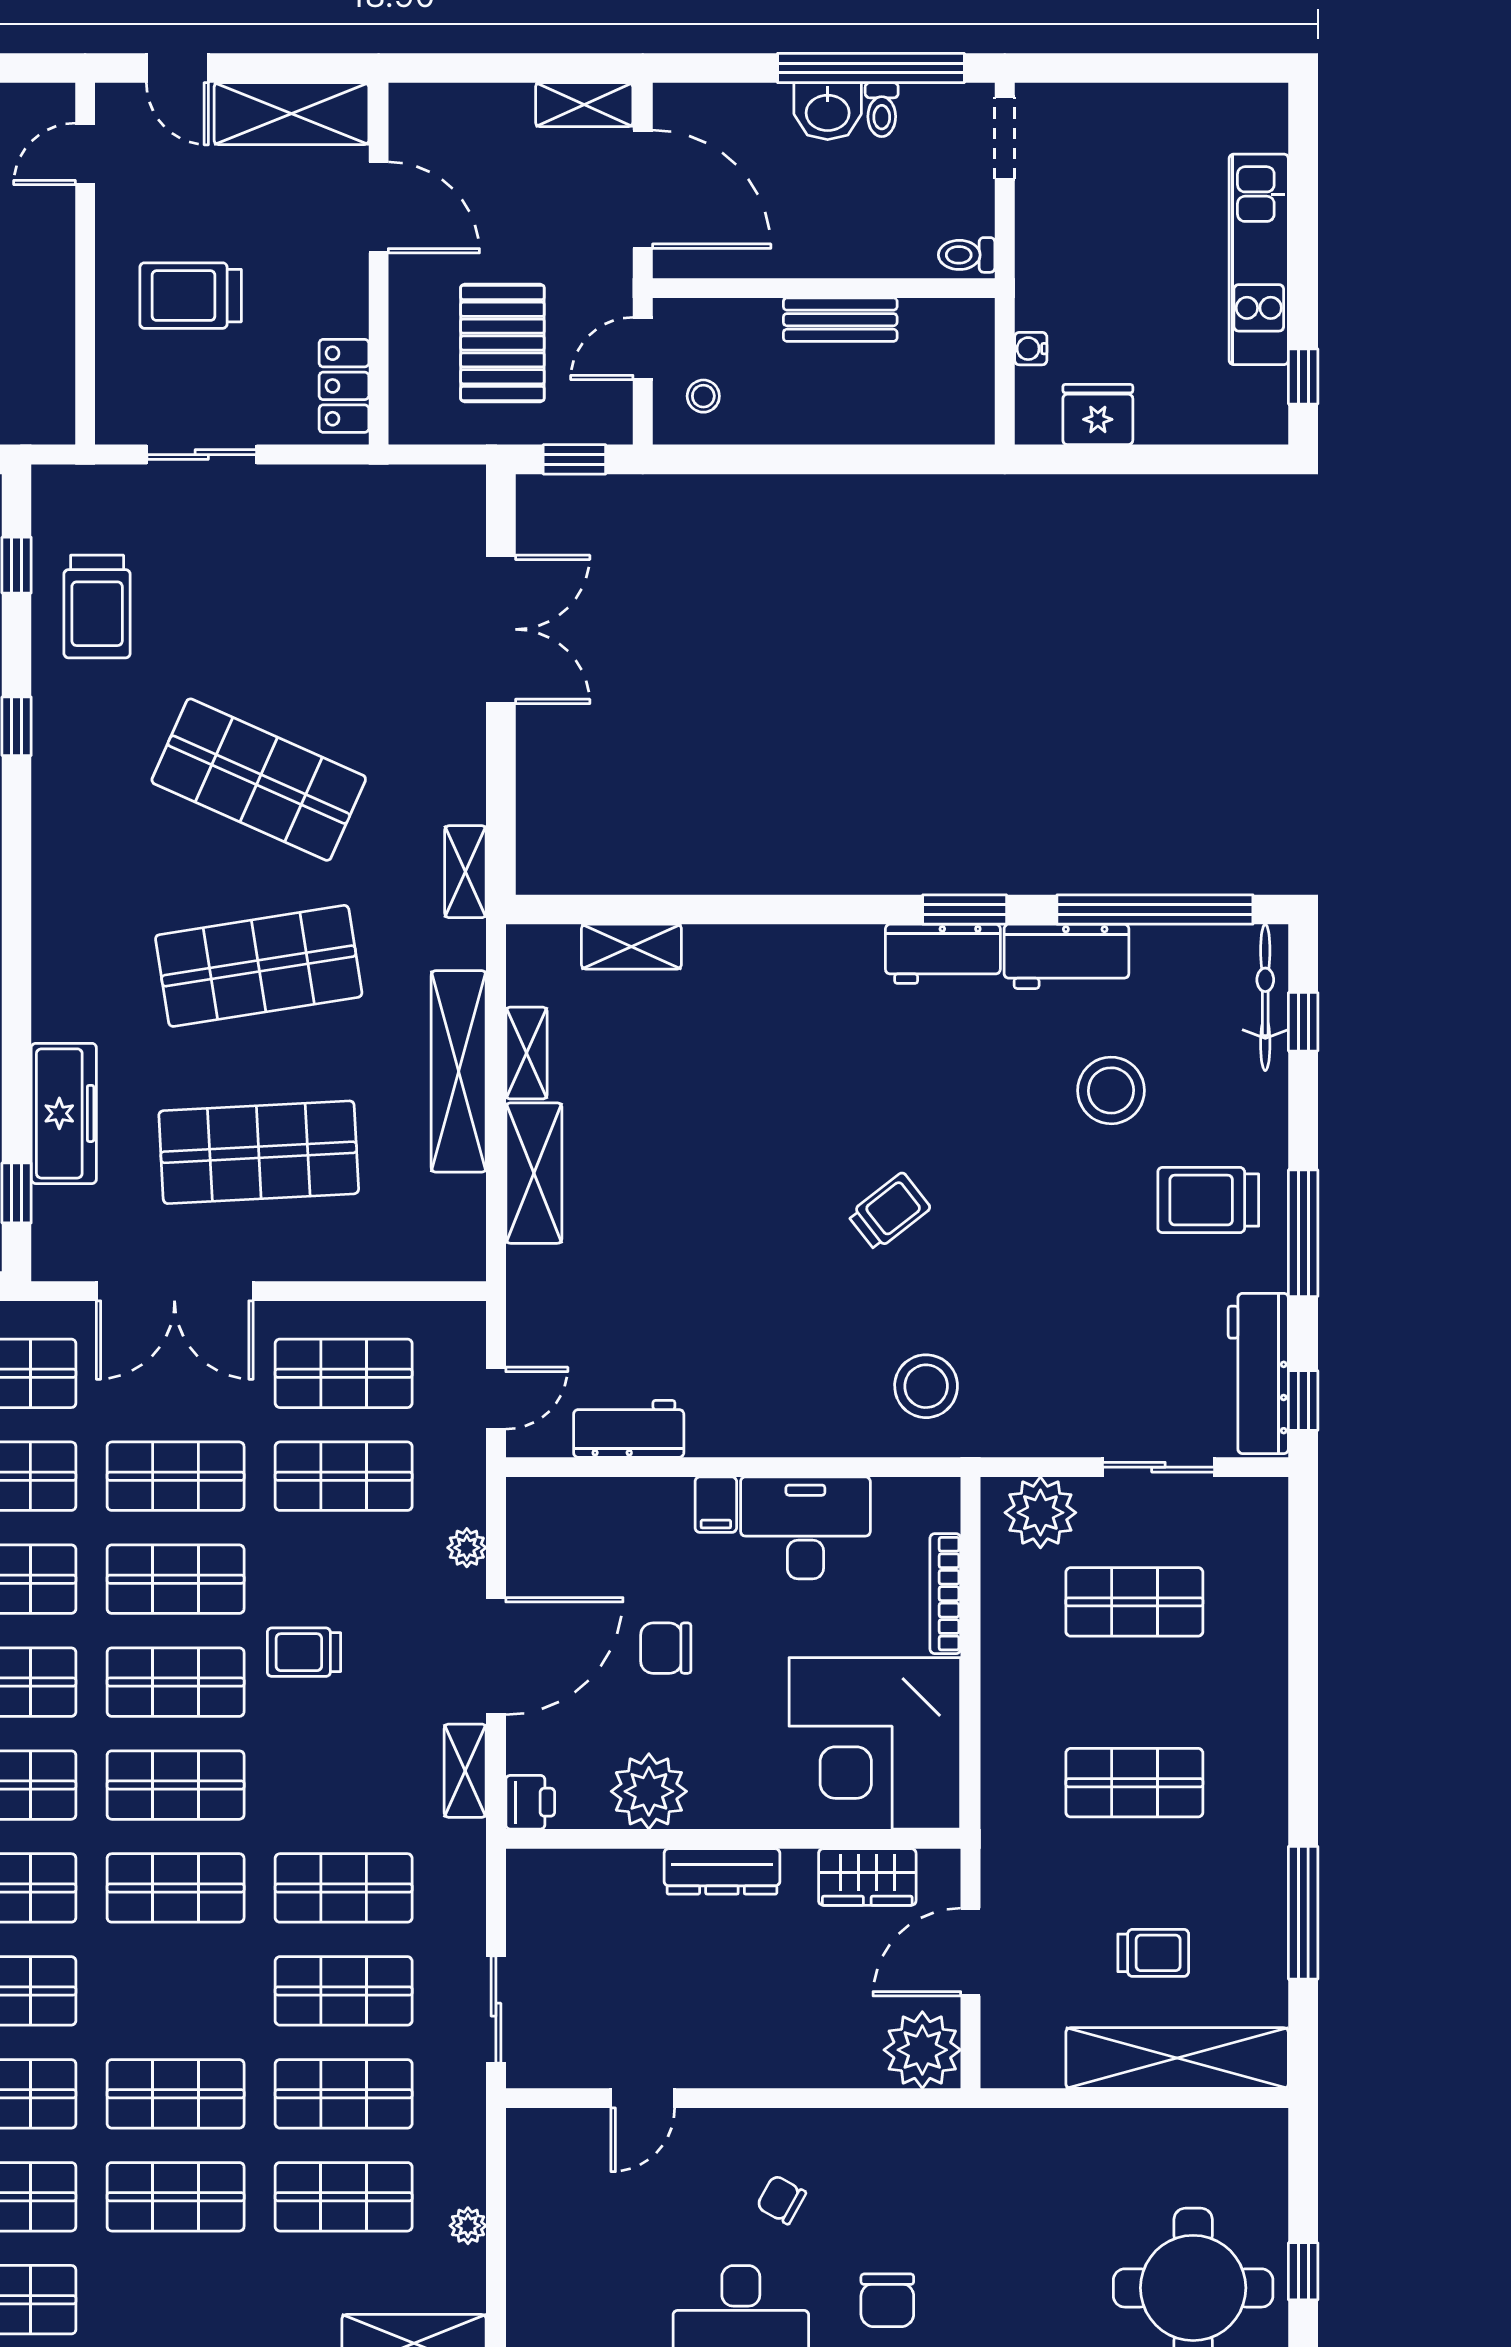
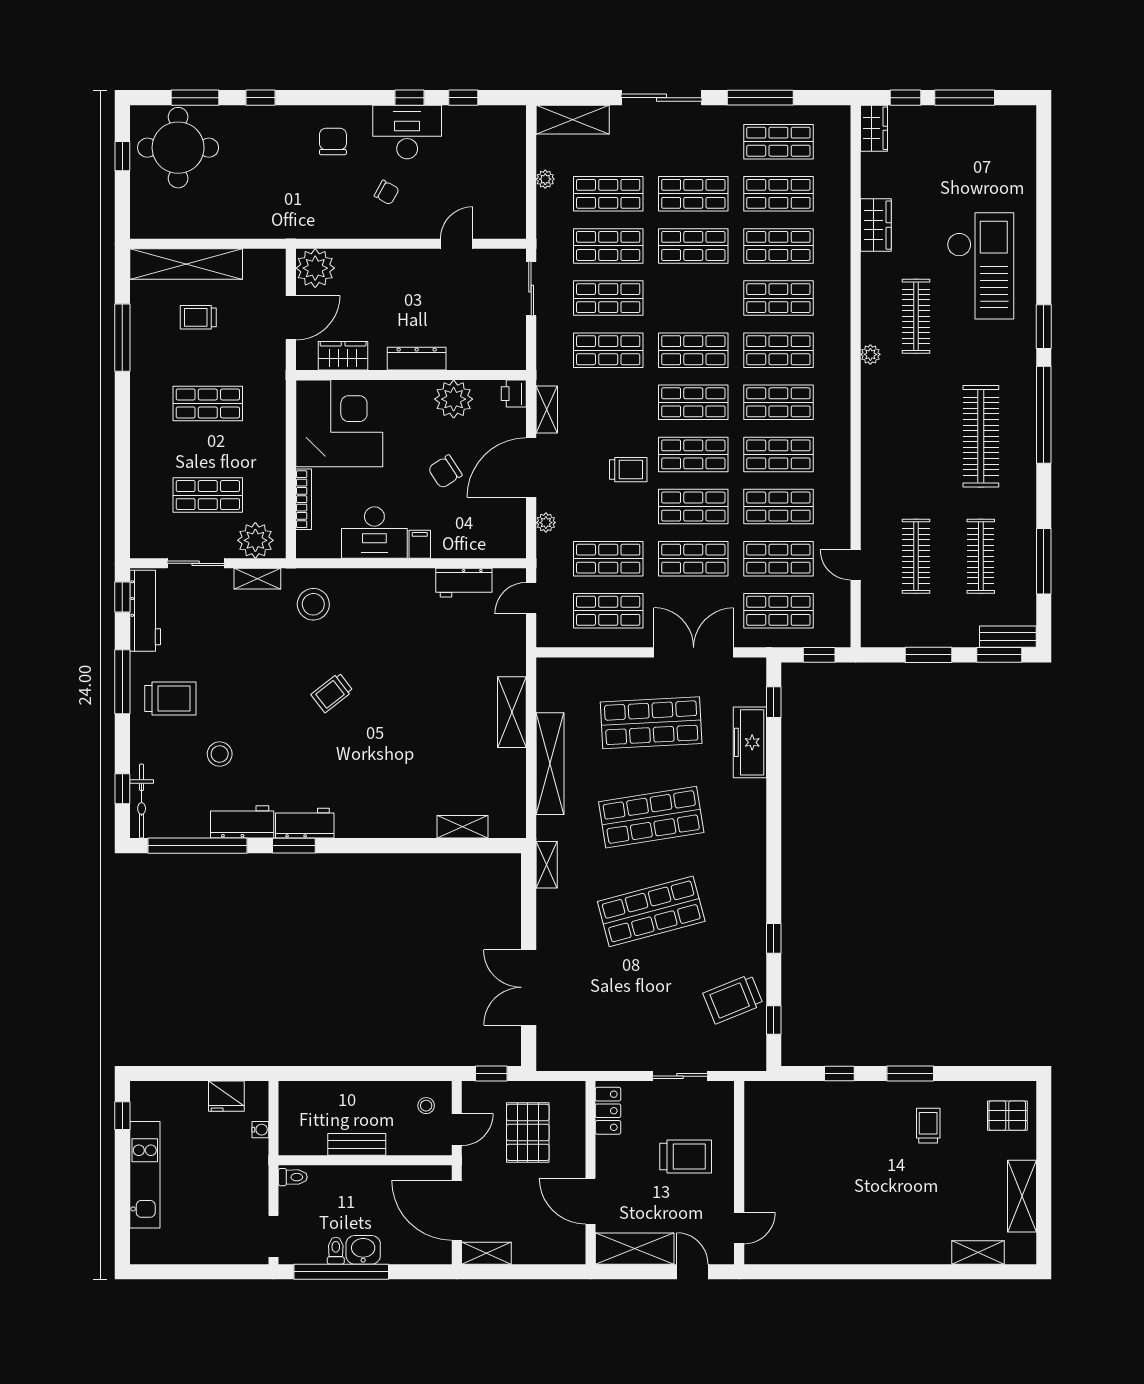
trolley: (97, 607) -> (733, 999), turned -112
shop shelf: (259, 780) -> (651, 911), turned -39
shelving: (526, 1053) -> (257, 579), moved, turned 90
stool: (1111, 1090) -> (220, 754), width x0.73, depth x0.73
chair: (666, 1648) -> (445, 472), turned 147

